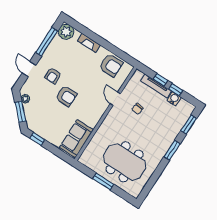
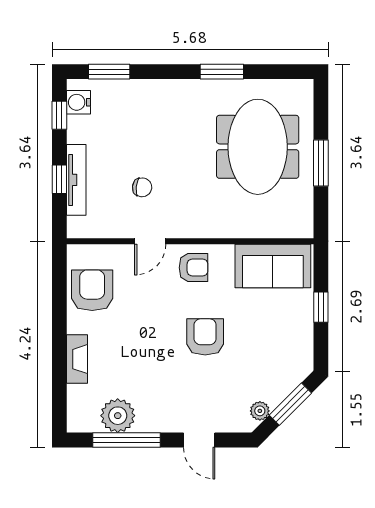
plant: (66, 32) -> (118, 416), moved
door: (29, 69) -> (199, 440), hinge flipped
armchair: (53, 76) -> (193, 268), moved
window: (176, 90) -> (59, 115), moved
water cooler: (174, 99) -> (78, 102), moved
window: (37, 139) -> (321, 307), moved
window: (172, 150) -> (222, 72), moved

